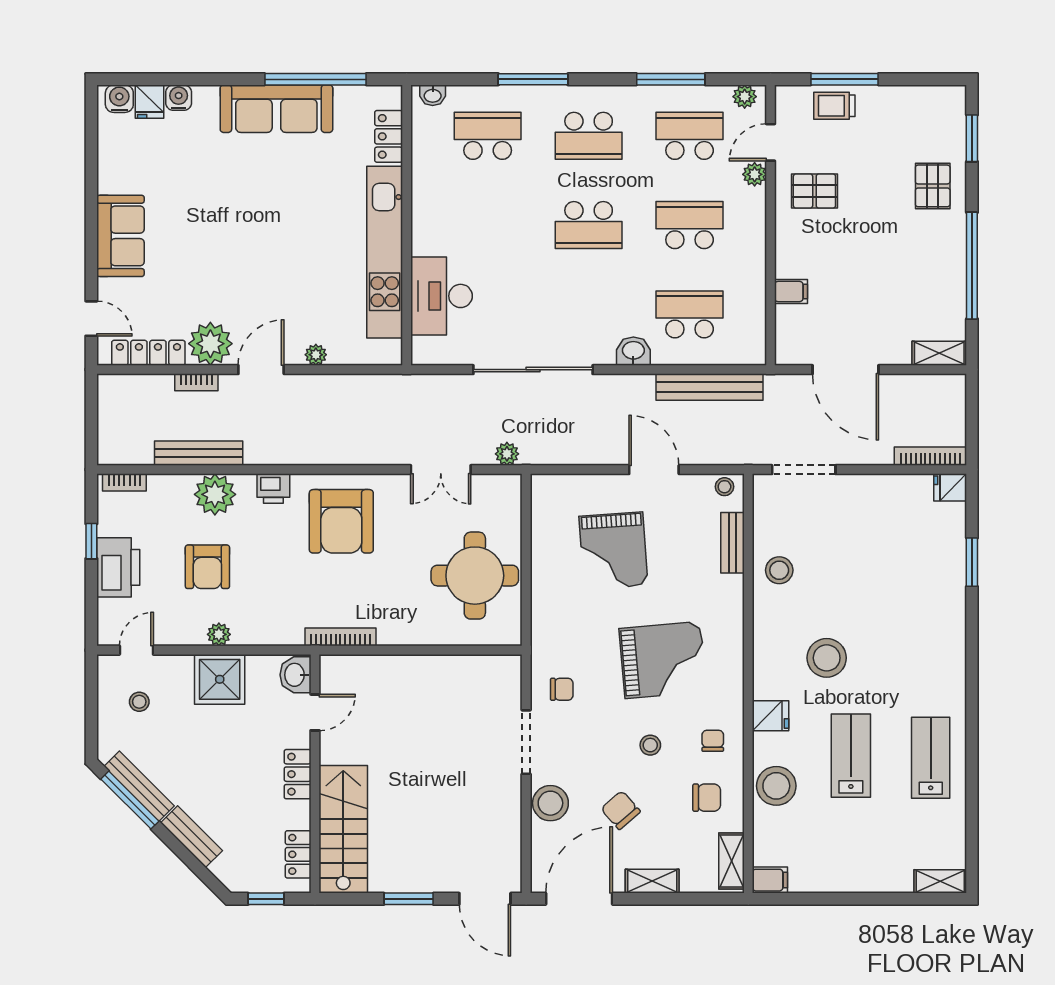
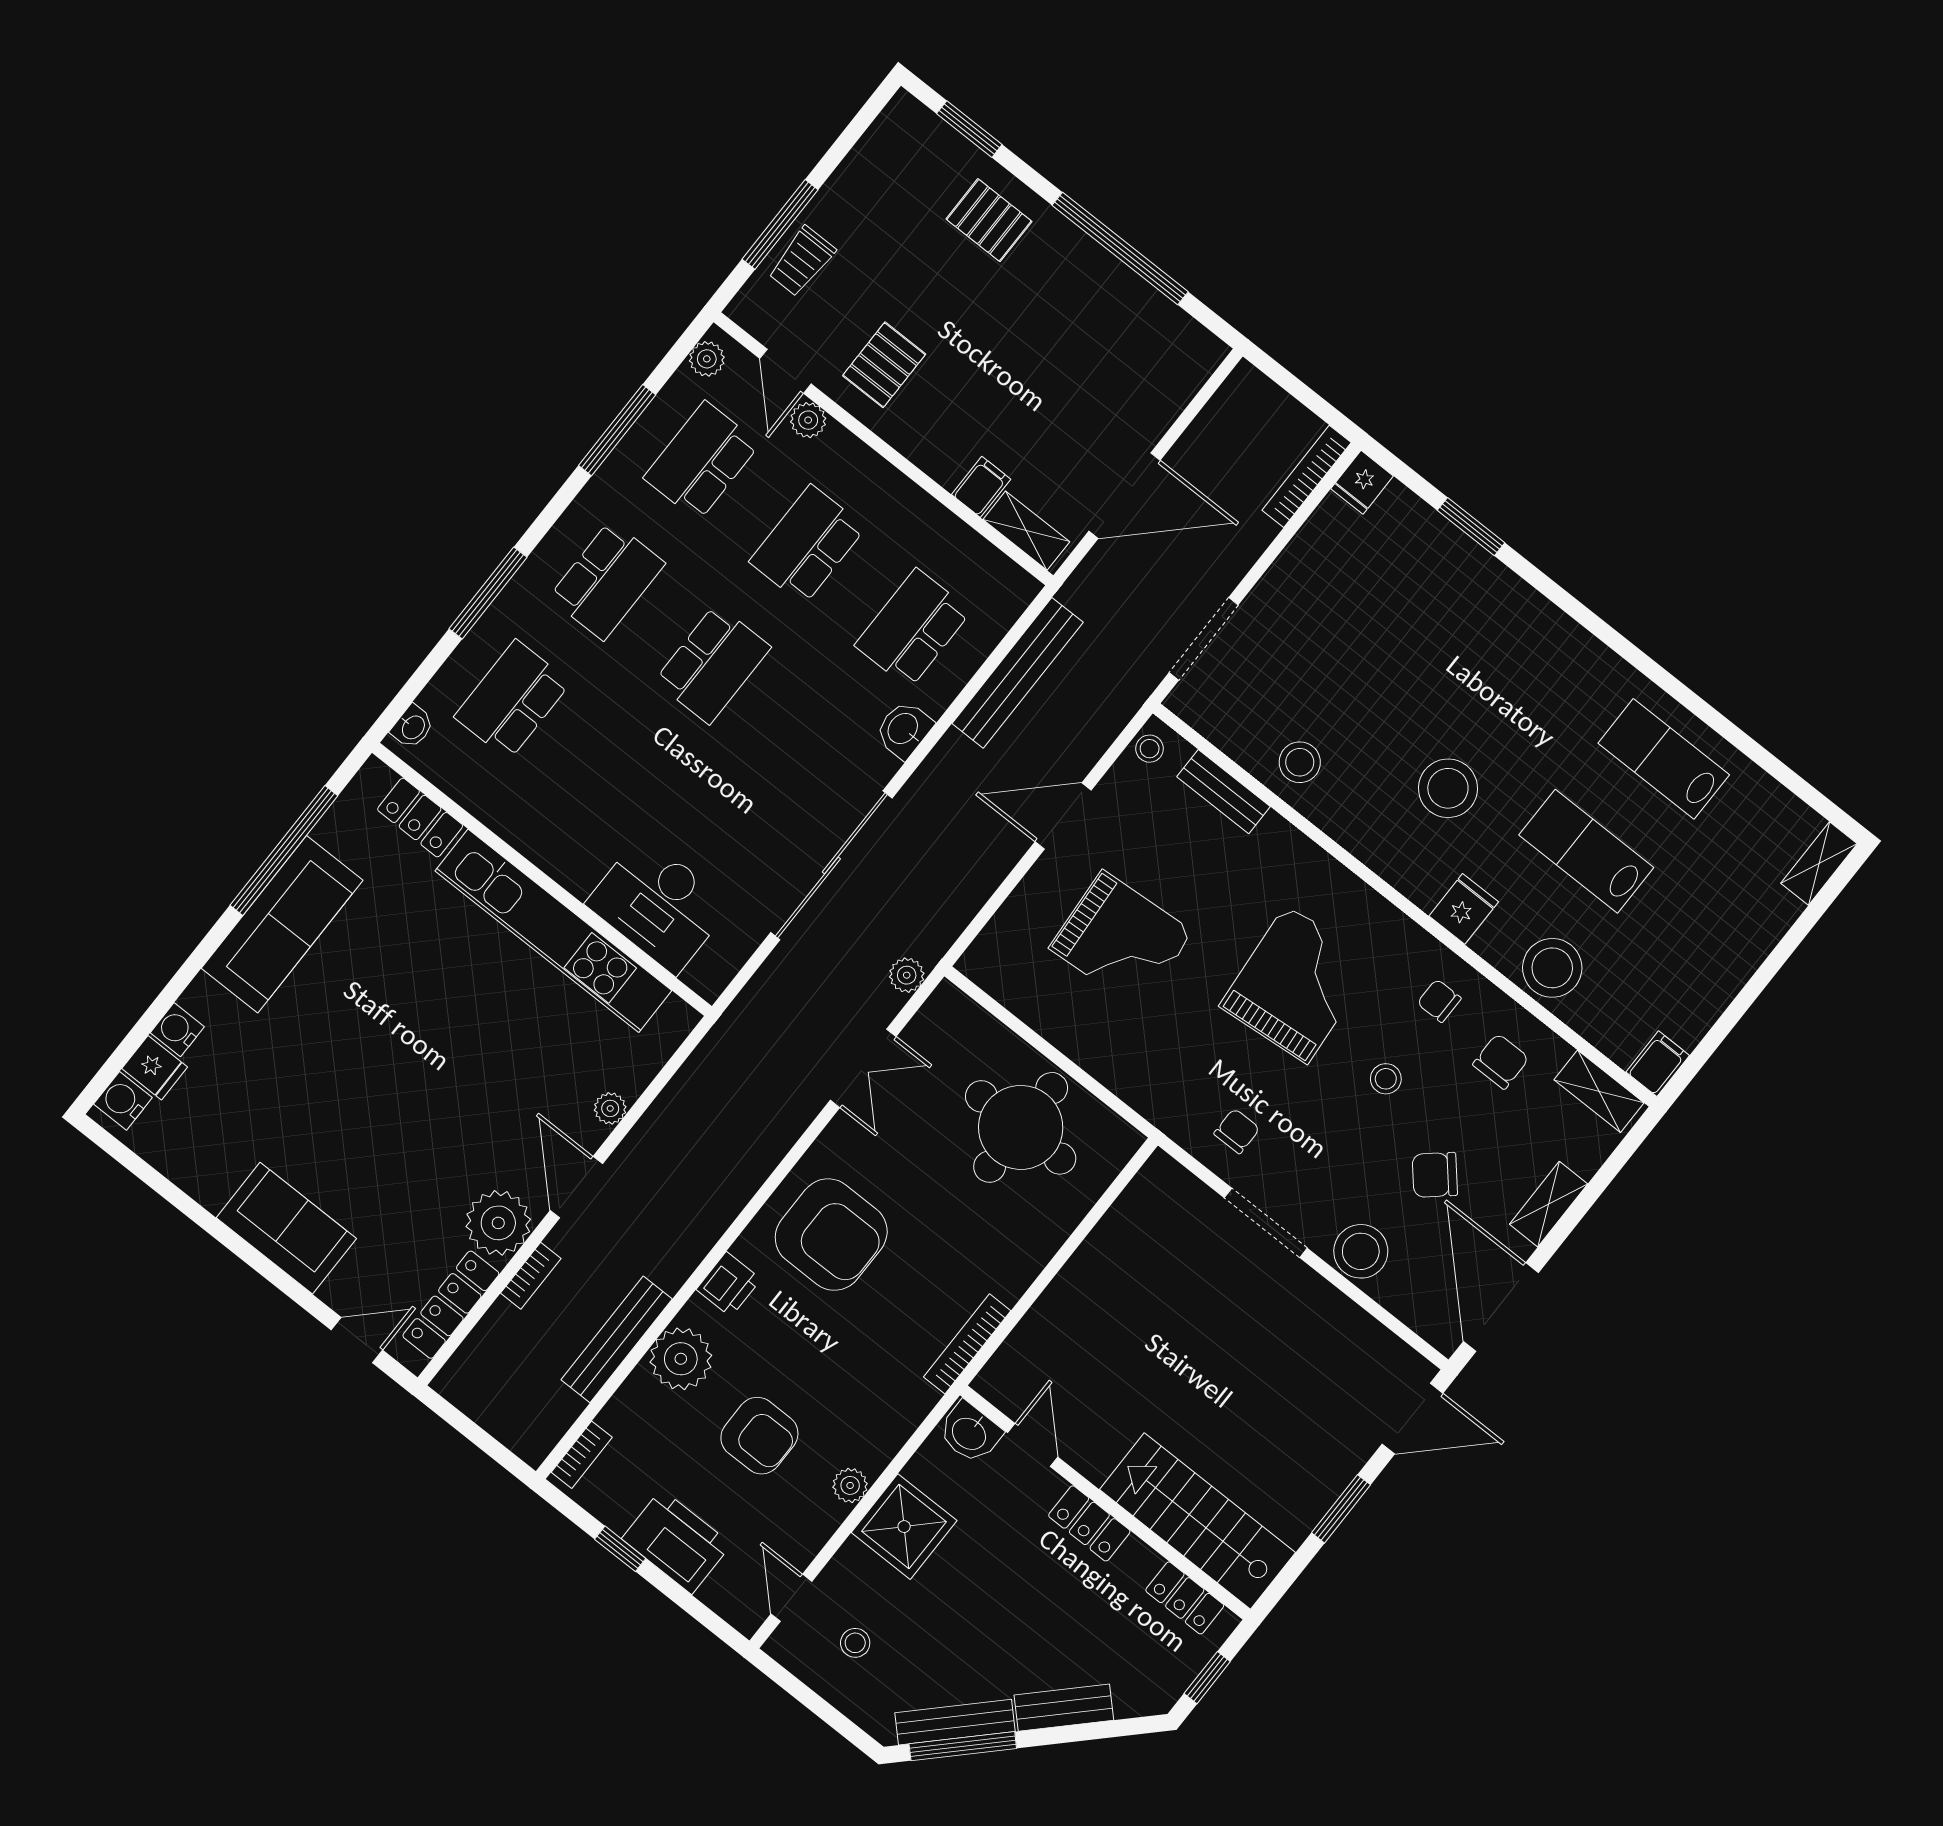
shelving: (939, 353) -> (1026, 531), moved, turned 90

